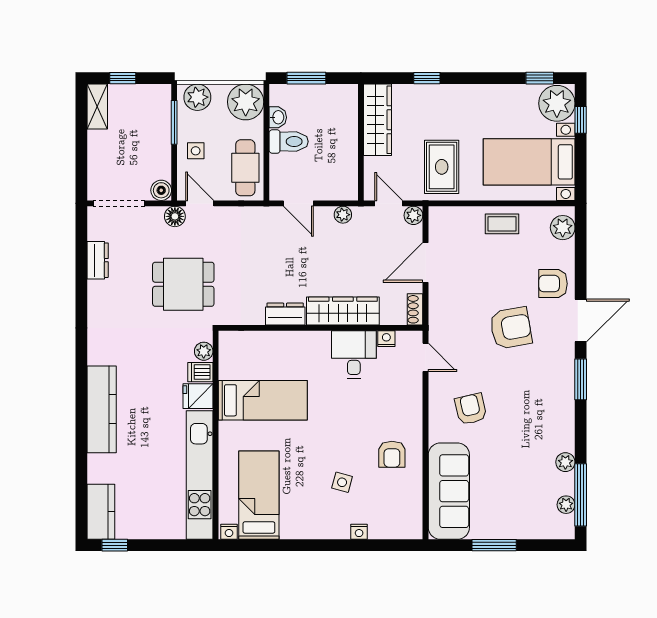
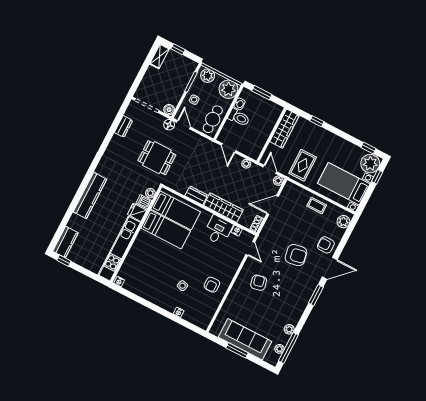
sofa: (449, 491) -> (245, 339), moved, turned -90
bed: (259, 495) -> (176, 210), moved, turned 90

